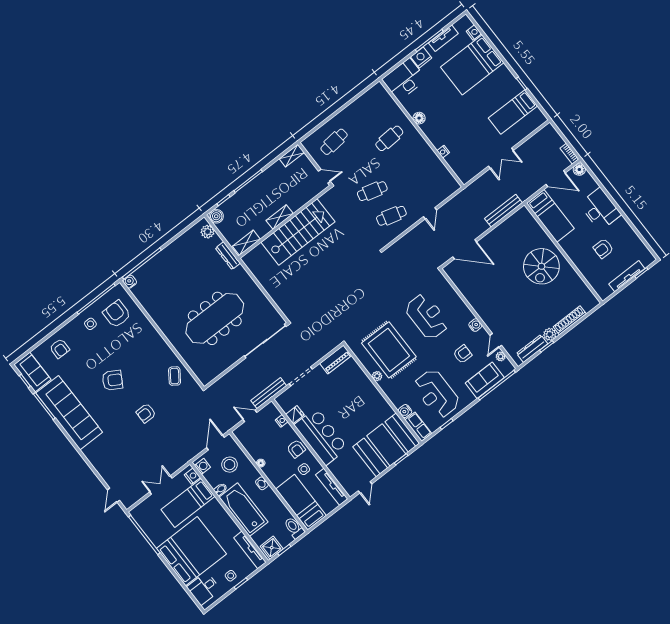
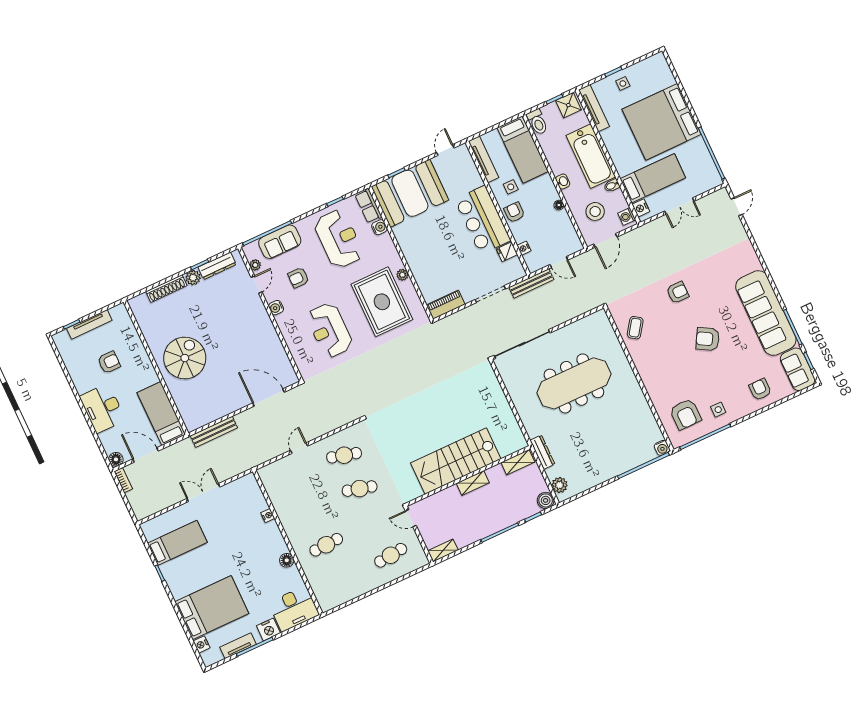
desk: (204, 588) -> (657, 76), removed

